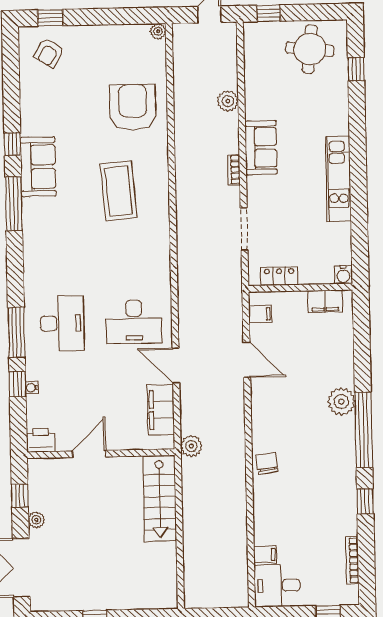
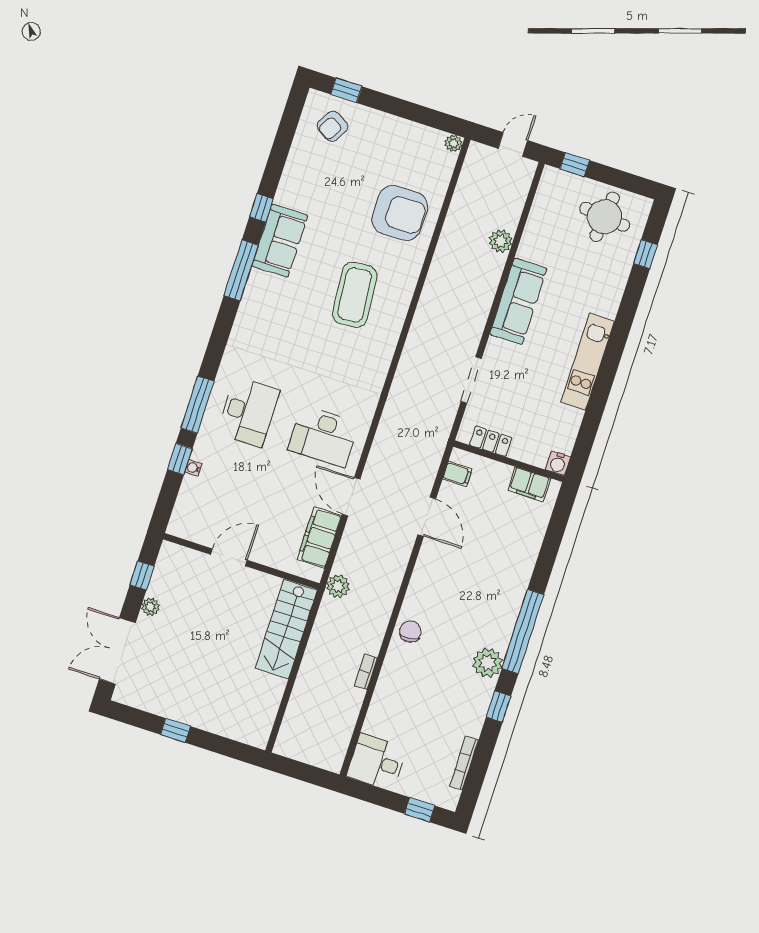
armchair: (133, 107) -> (400, 213), turned 90
sofa: (261, 148) -> (518, 301), width x1.36
bookcase: (234, 170) -> (366, 672), moved
plant: (341, 402) -> (488, 663), moved
printer: (41, 440) -> (184, 526), removed
filing cabinet: (265, 555) -> (376, 726), removed

